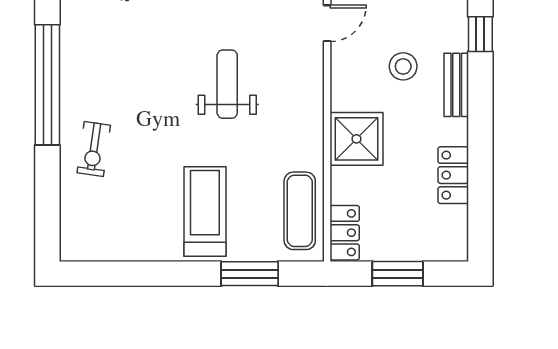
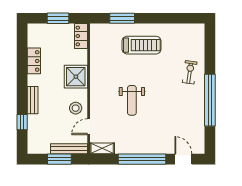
stool: (403, 66) -> (76, 108), moved
exercise mat: (300, 211) -> (100, 45), removed
treadmill: (205, 212) -> (142, 45), turned -90

